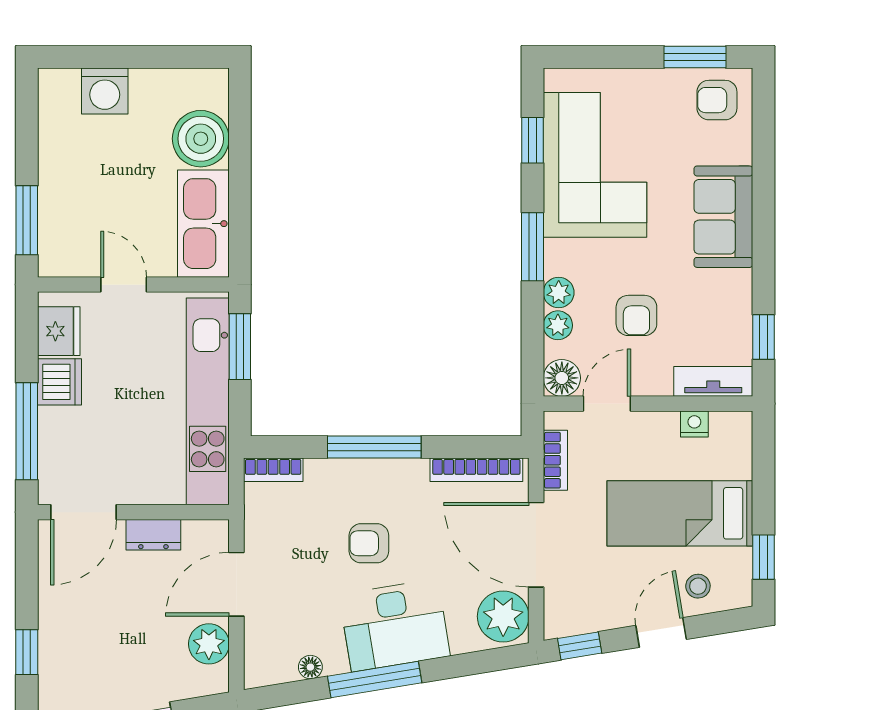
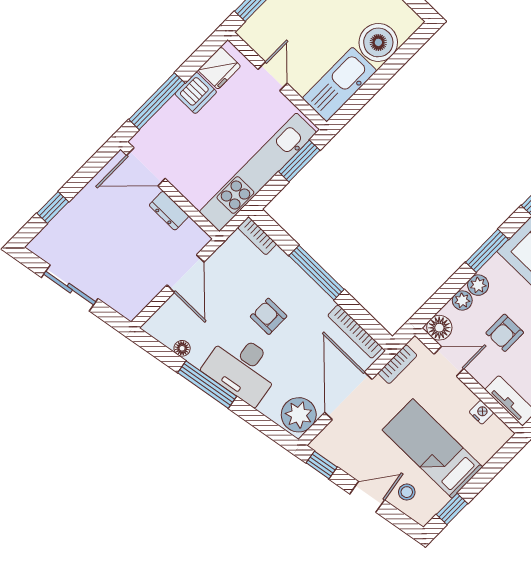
door: (236, 584) -> (185, 274), swing flipped
plant: (209, 644) -> (144, 289), removed

